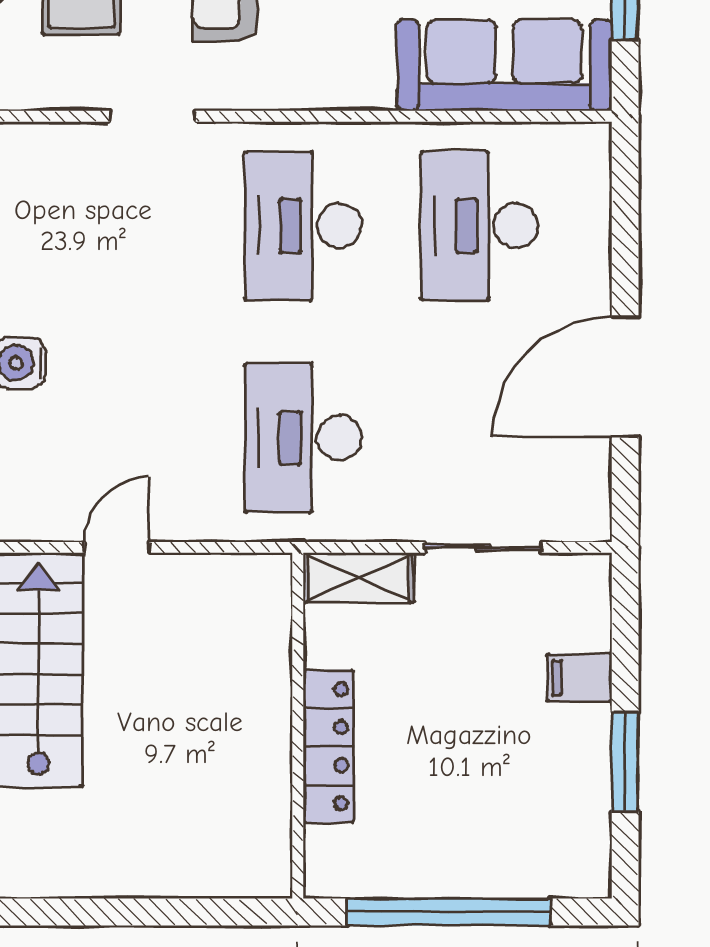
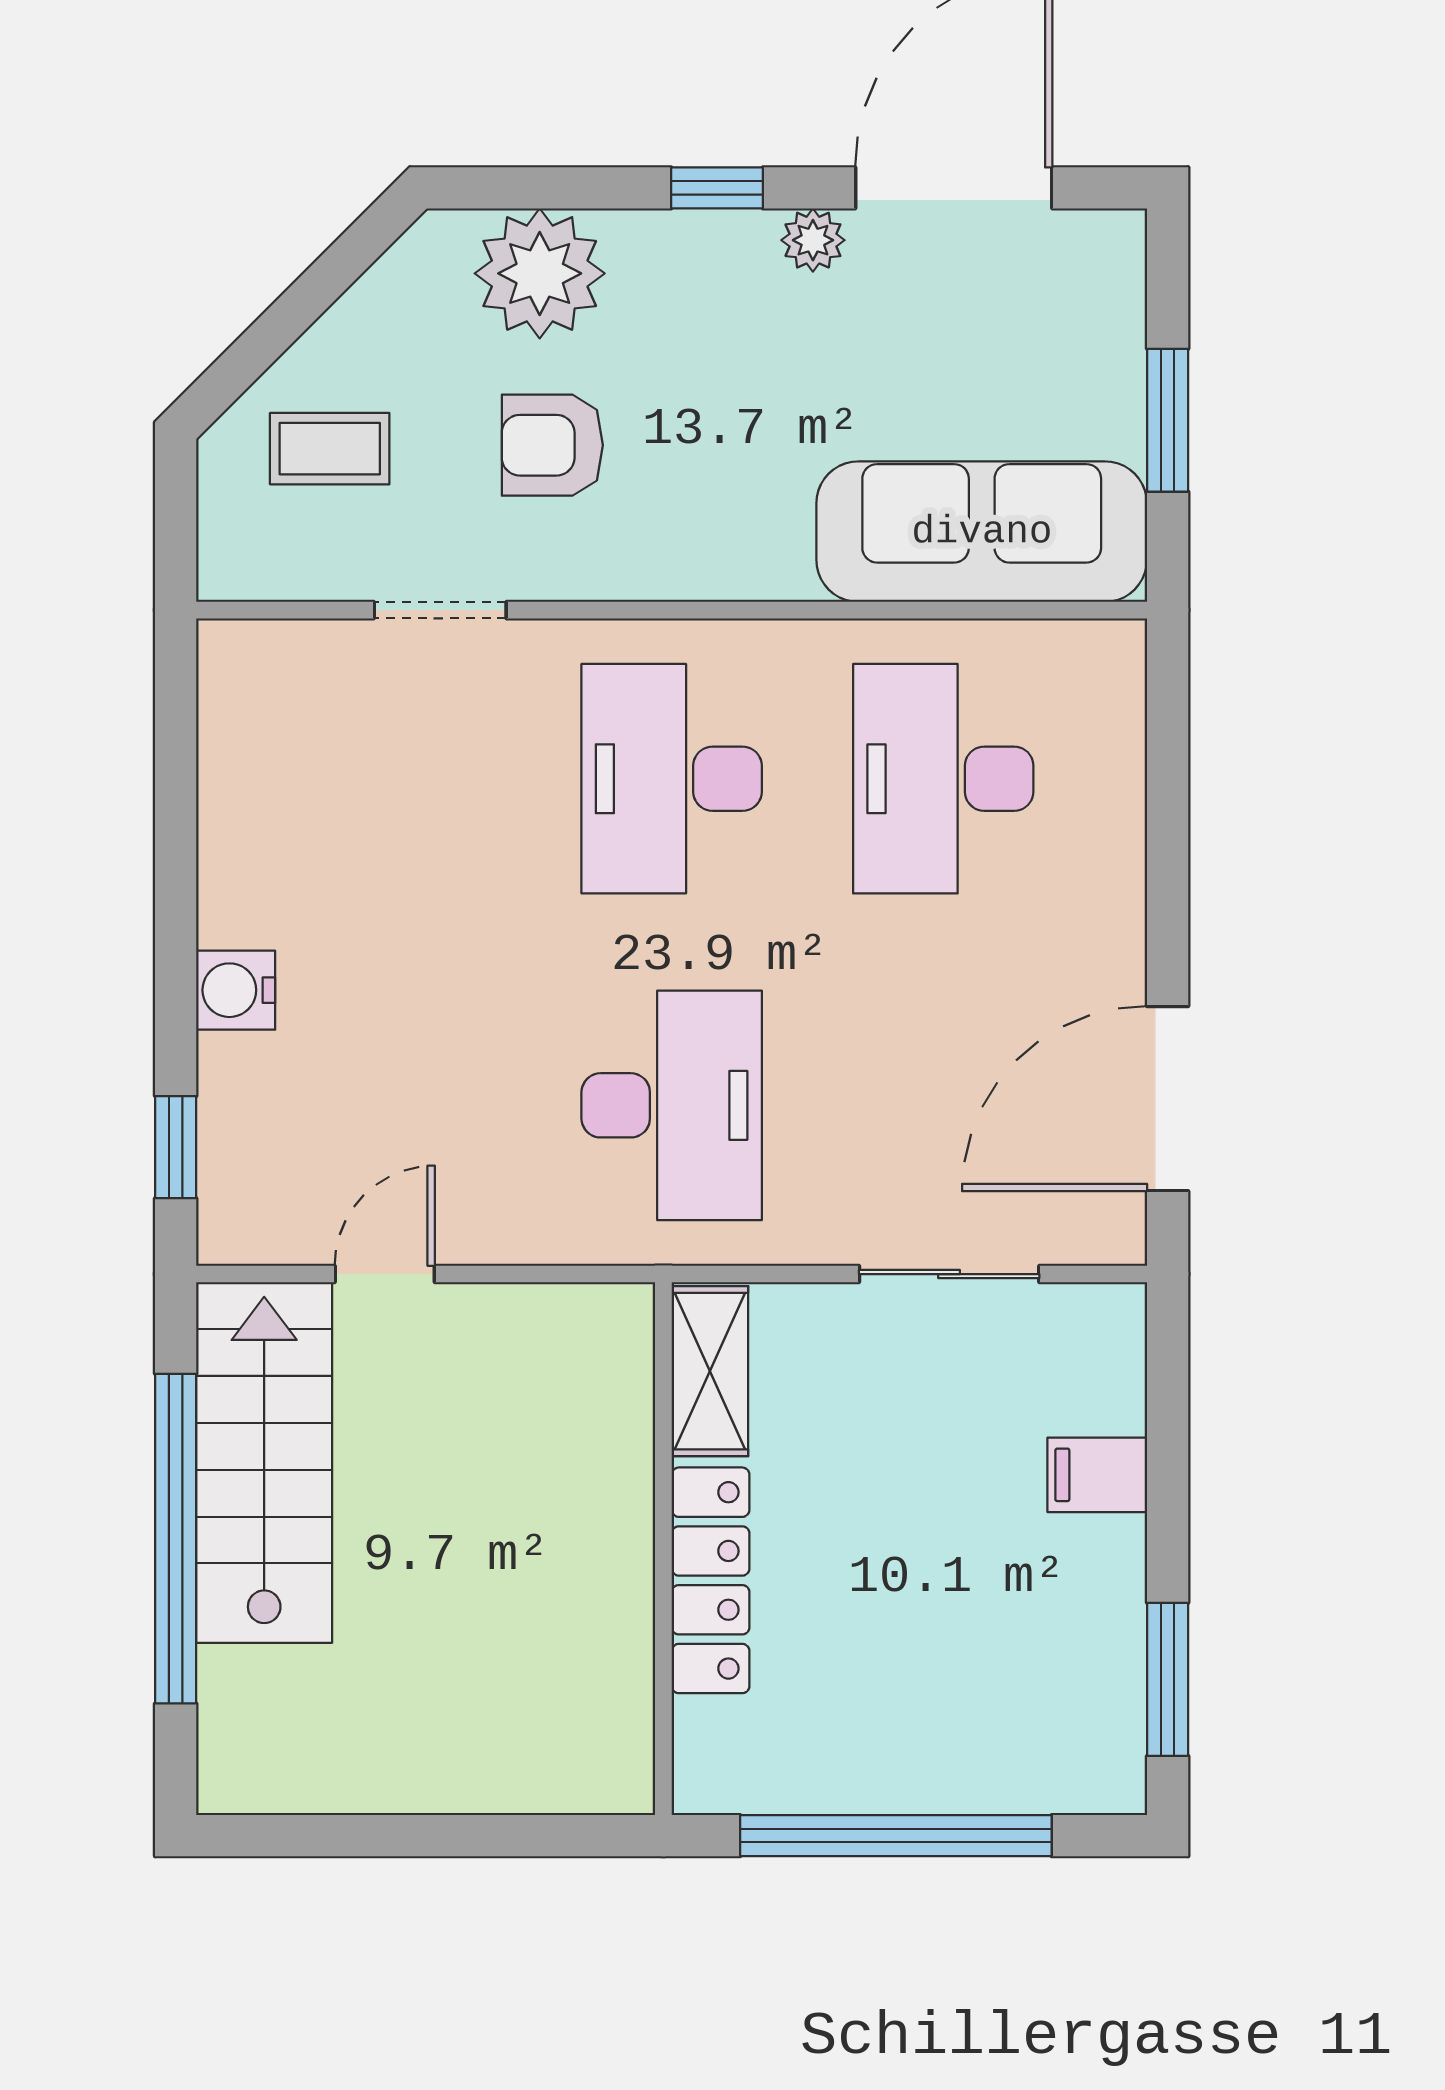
door: (625, 377) -> (1168, 1099), moved
desk: (303, 438) -> (672, 1105), turned 180
shelving: (358, 578) -> (710, 1371), moved, turned 90
window: (625, 762) -> (1168, 1679), moved

